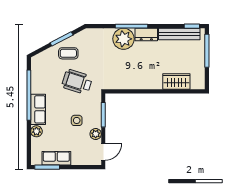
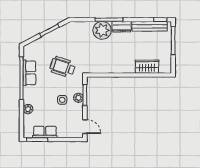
coffee table: (68, 53) -> (55, 43), removed
row of seats: (38, 109) -> (29, 73), moved
plant: (96, 134) -> (78, 98), moved
door: (103, 152) -> (85, 127), hinge flipped

